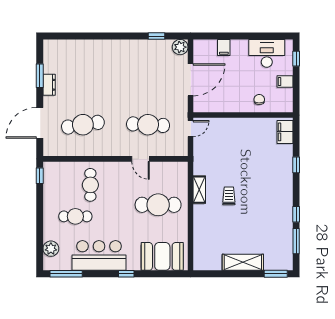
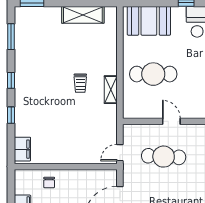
window: (296, 214) -> (11, 80), moved
shelving: (243, 262) -> (83, 15), moved

